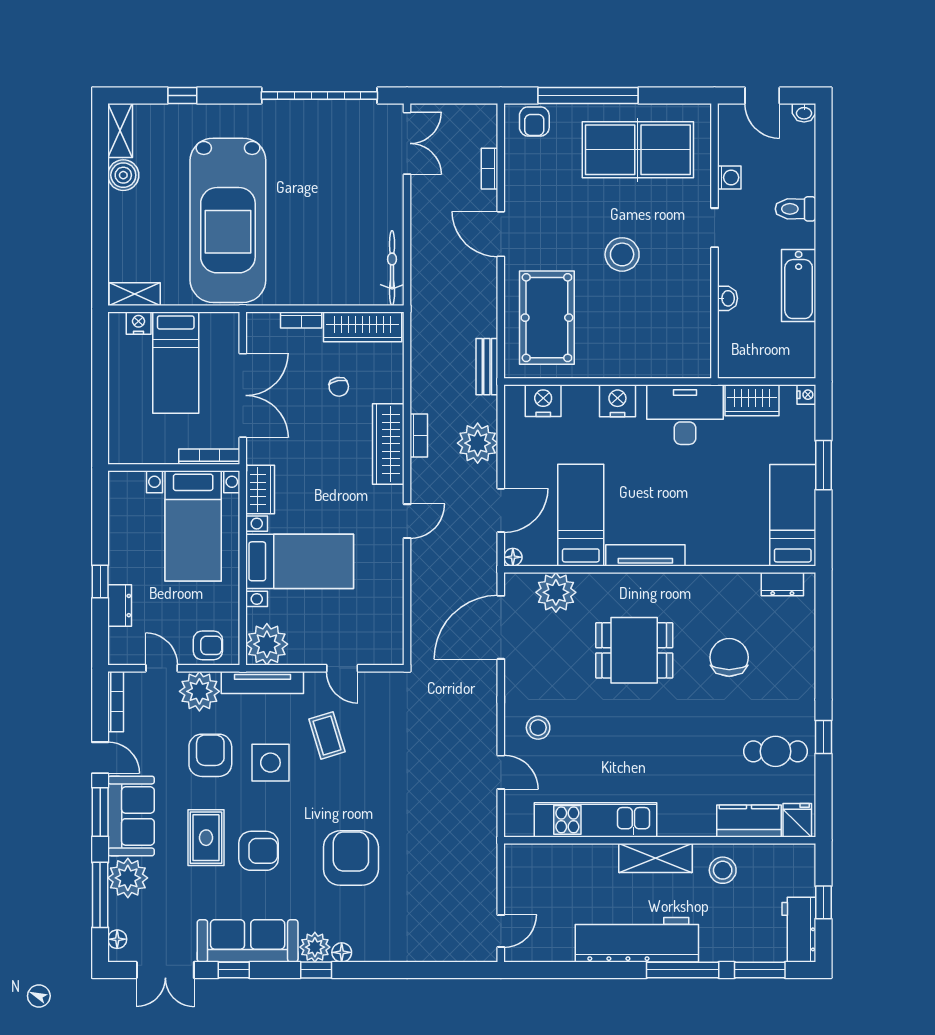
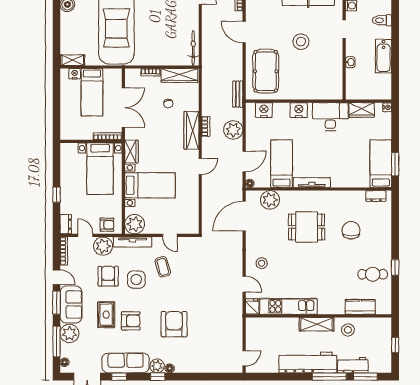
window: (823, 465) -> (395, 164), moved
dresser: (120, 606) -> (66, 224), moved
fridge: (797, 820) -> (252, 306), moved
workbench: (799, 930) -> (353, 365), moved, turned 90

